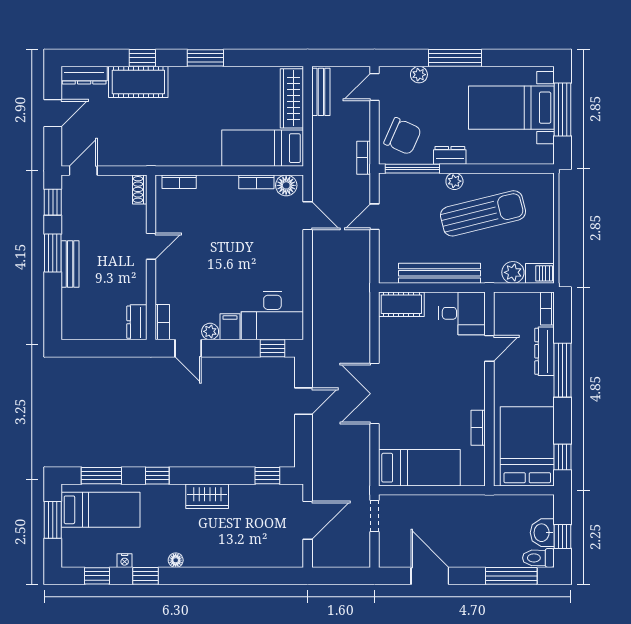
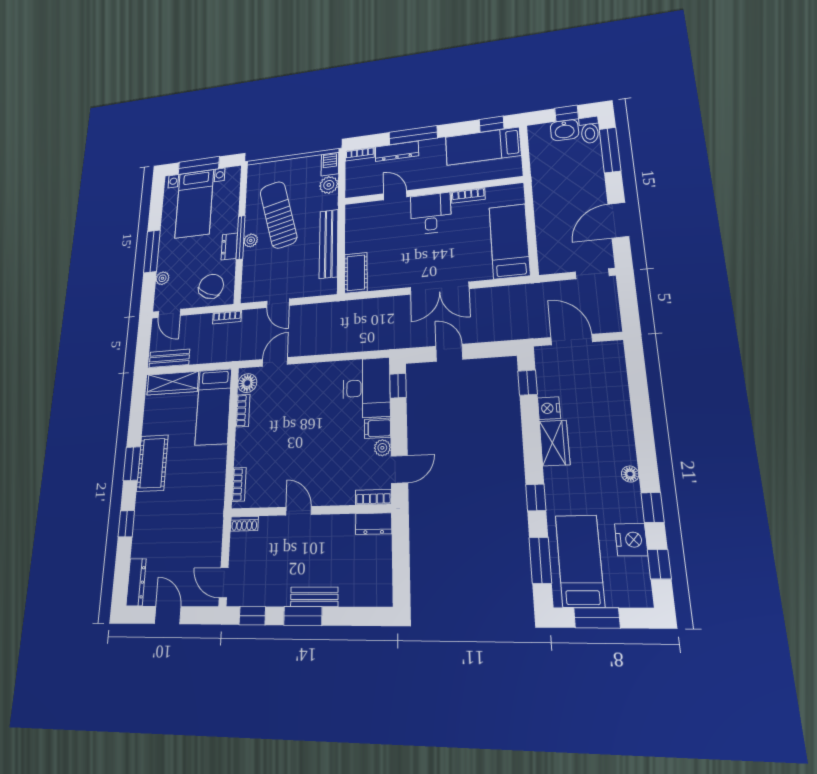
cot: (138, 82) -> (152, 463), moved
window: (412, 169) -> (241, 237), moved
desk: (462, 313) -> (431, 213), moved
bed: (527, 446) -> (483, 146), width x0.67
nightstand: (241, 494) -> (549, 408), added
doorway: (374, 516) -> (592, 274), moved
nightstand: (125, 561) -> (631, 540), width x1.89, depth x1.79

